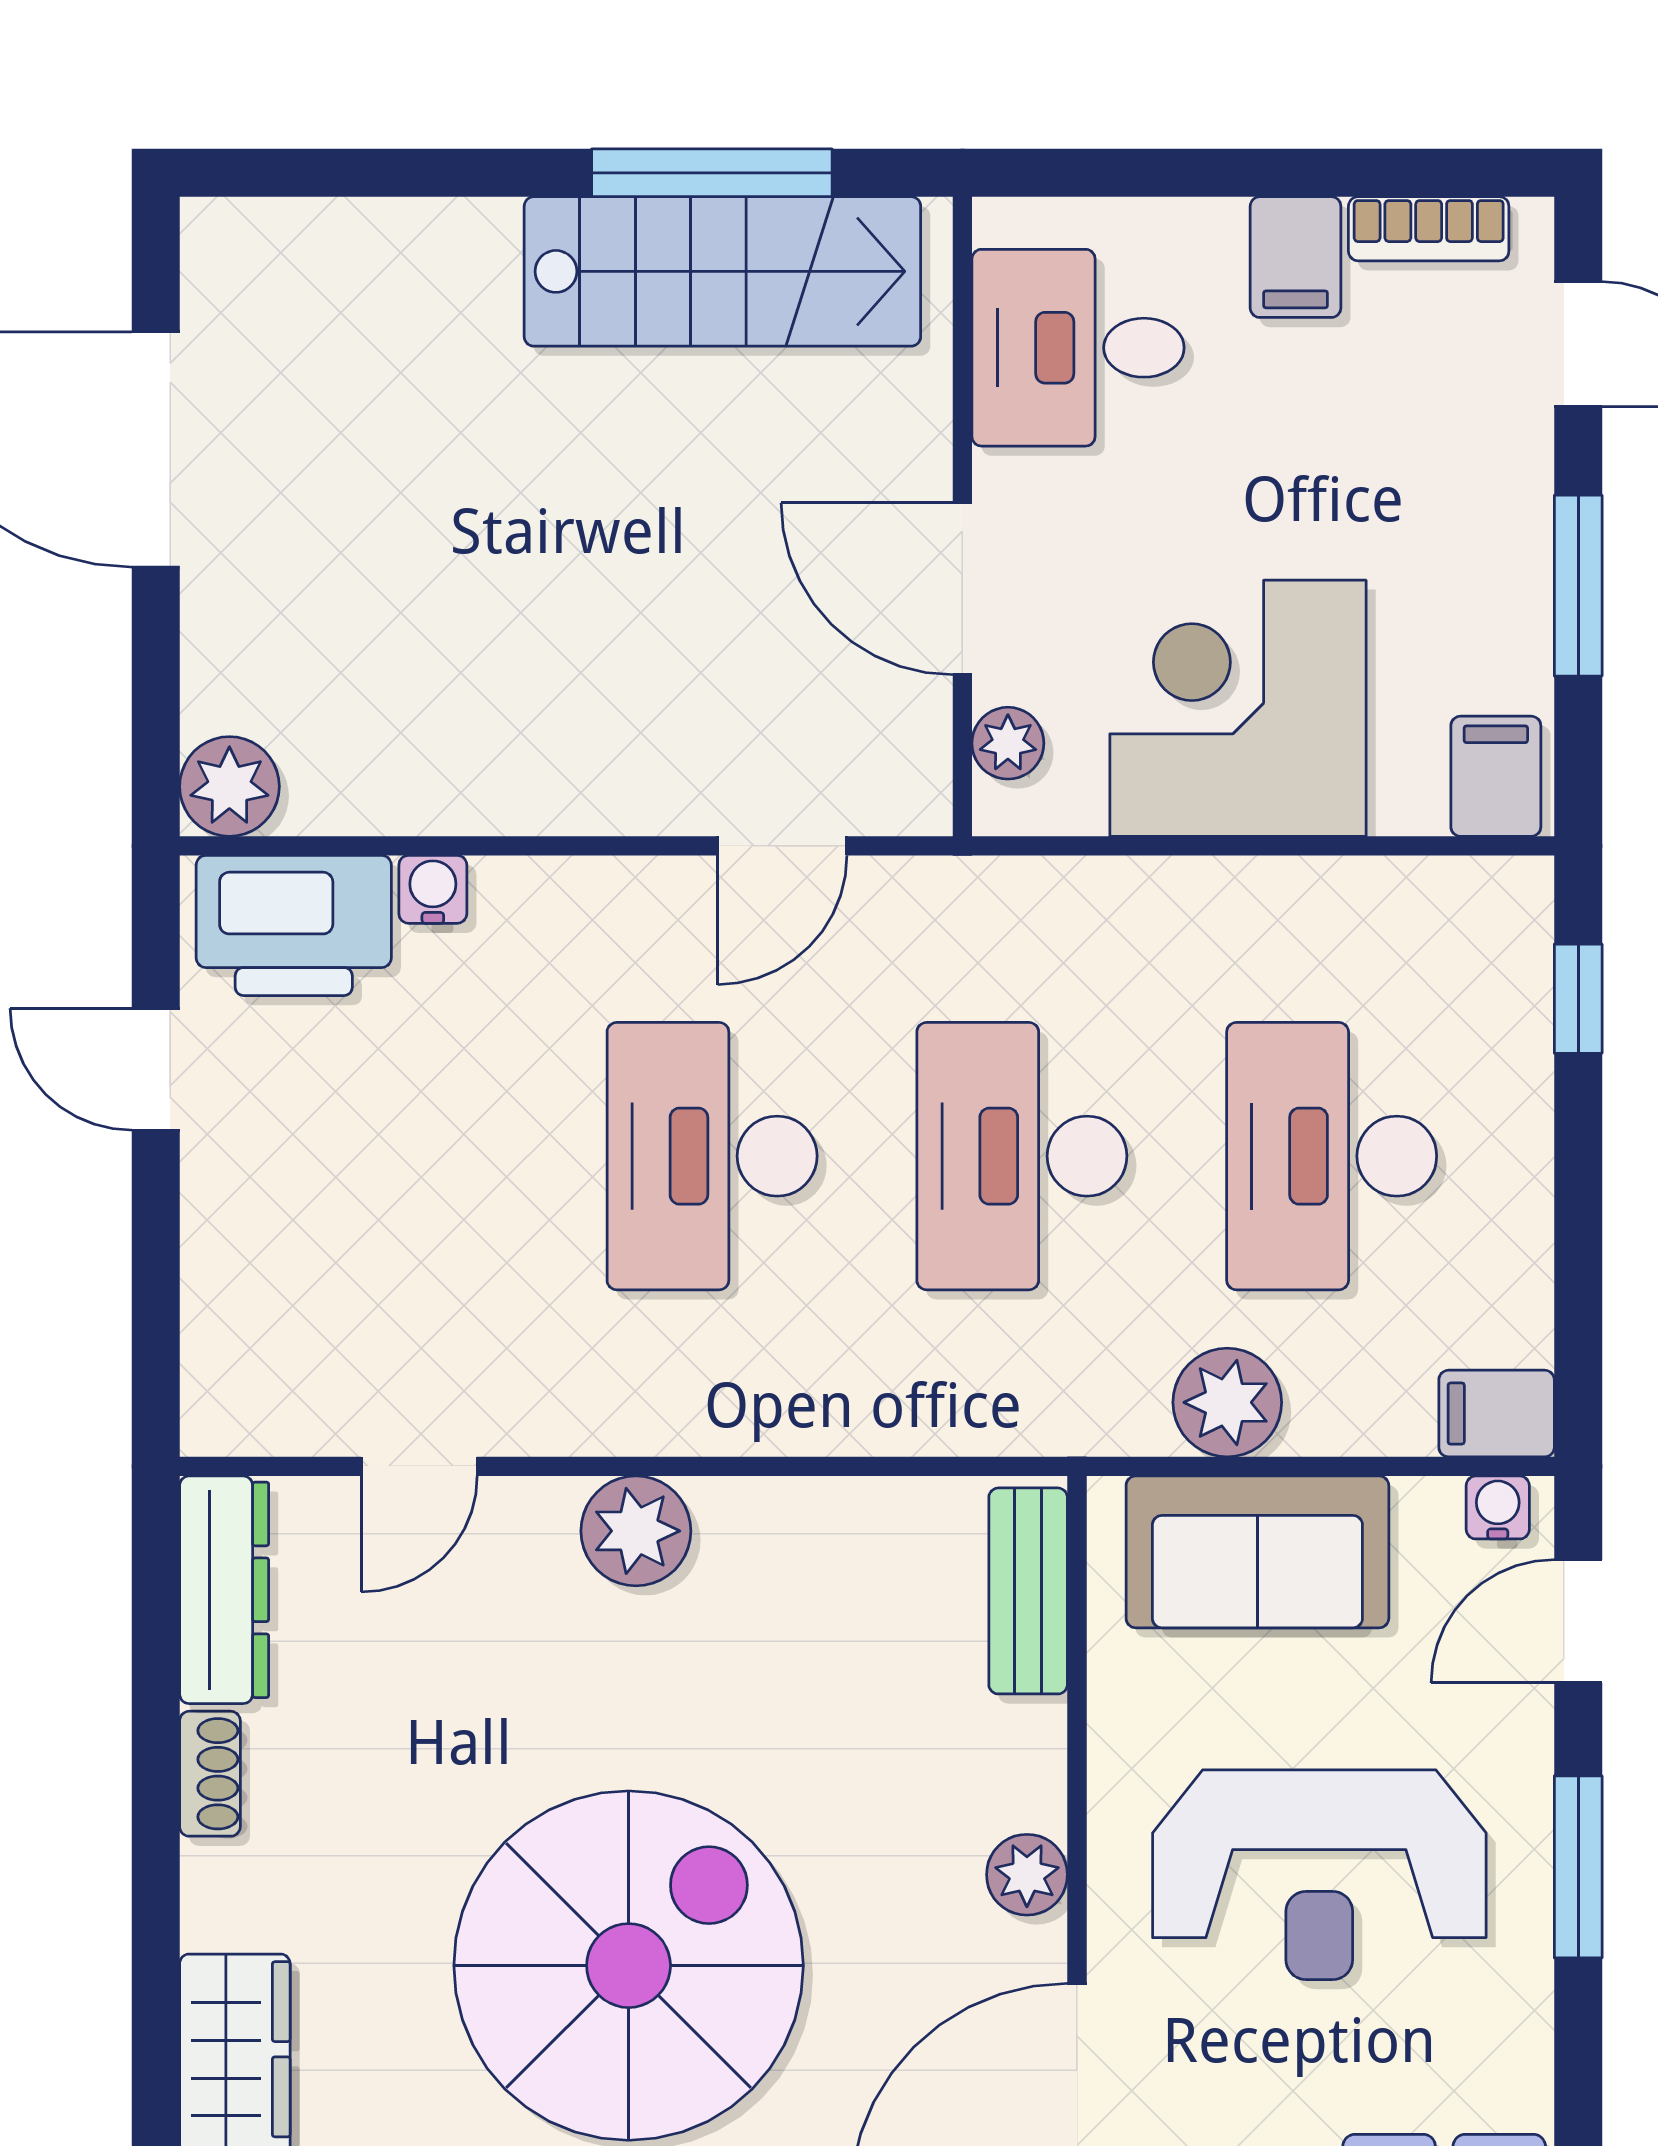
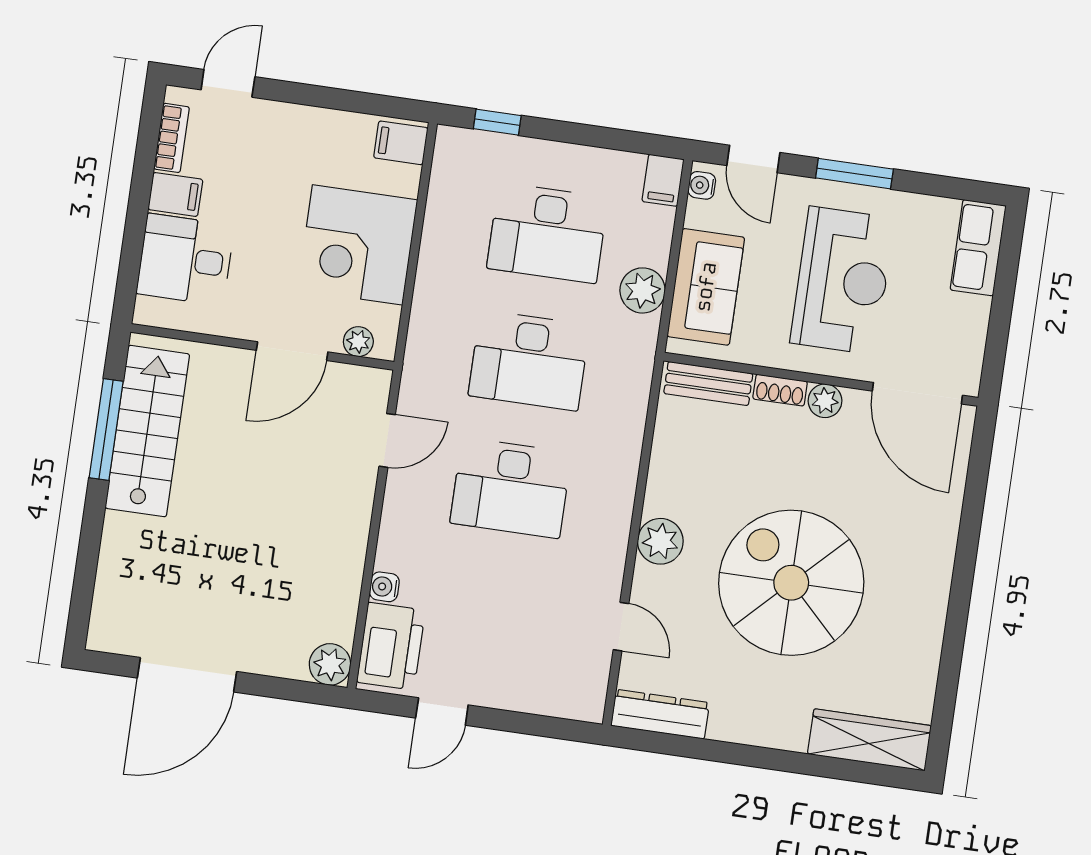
desk: (1078, 348) -> (185, 259), moved, turned 90
window: (1578, 586) -> (327, 98), removed
door: (782, 846) -> (387, 440), hinge flipped
shoe rack: (210, 1774) -> (780, 390), moved, turned 180
spiral stairs: (629, 1966) -> (791, 583), moved

